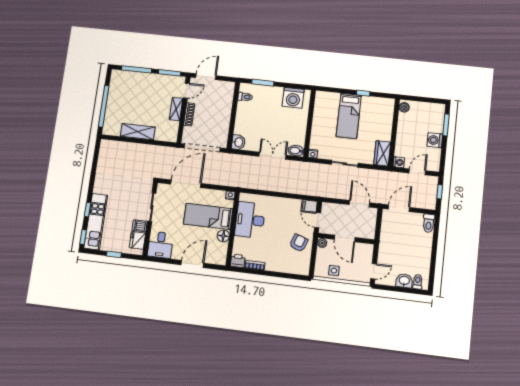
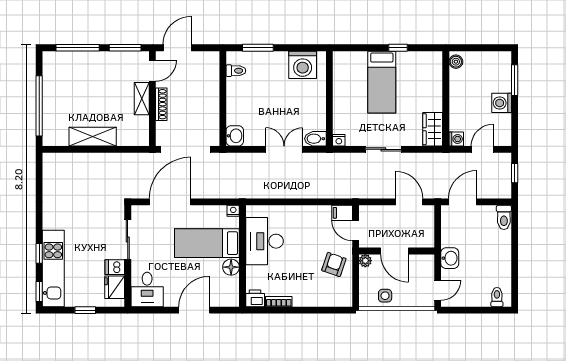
washbasin: (404, 281) -> (450, 258), moved, turned 90

